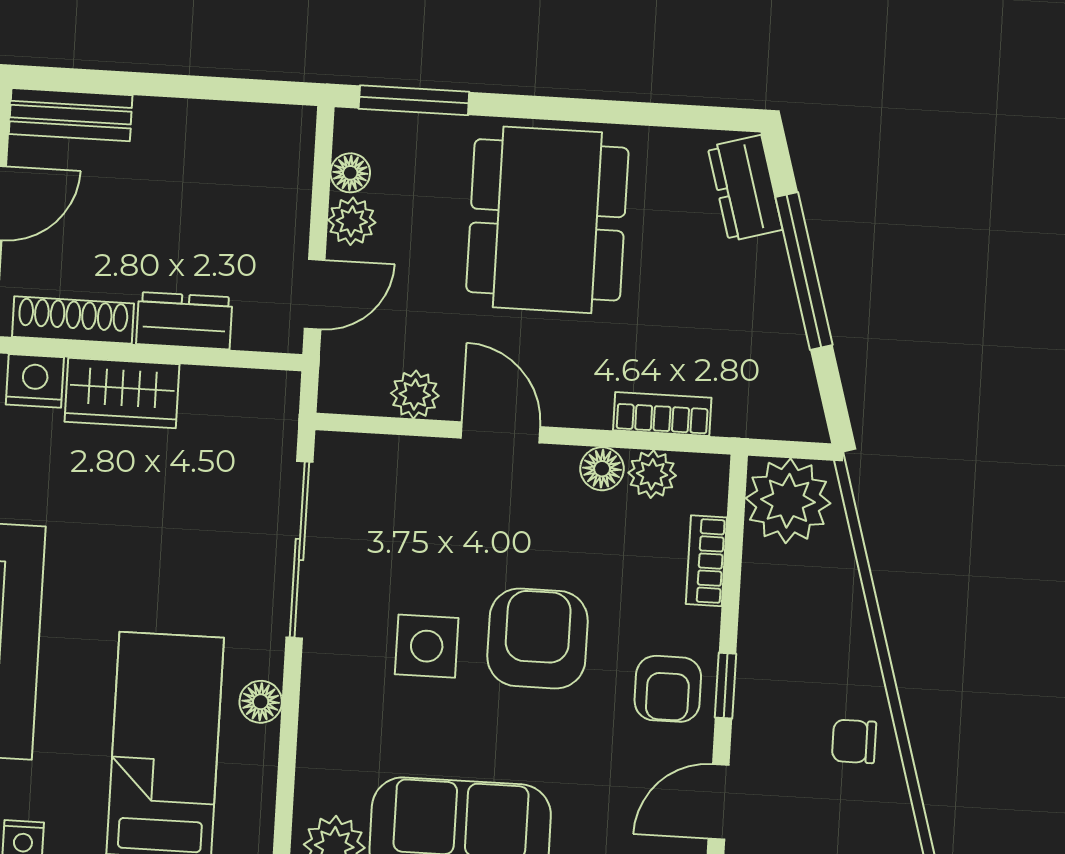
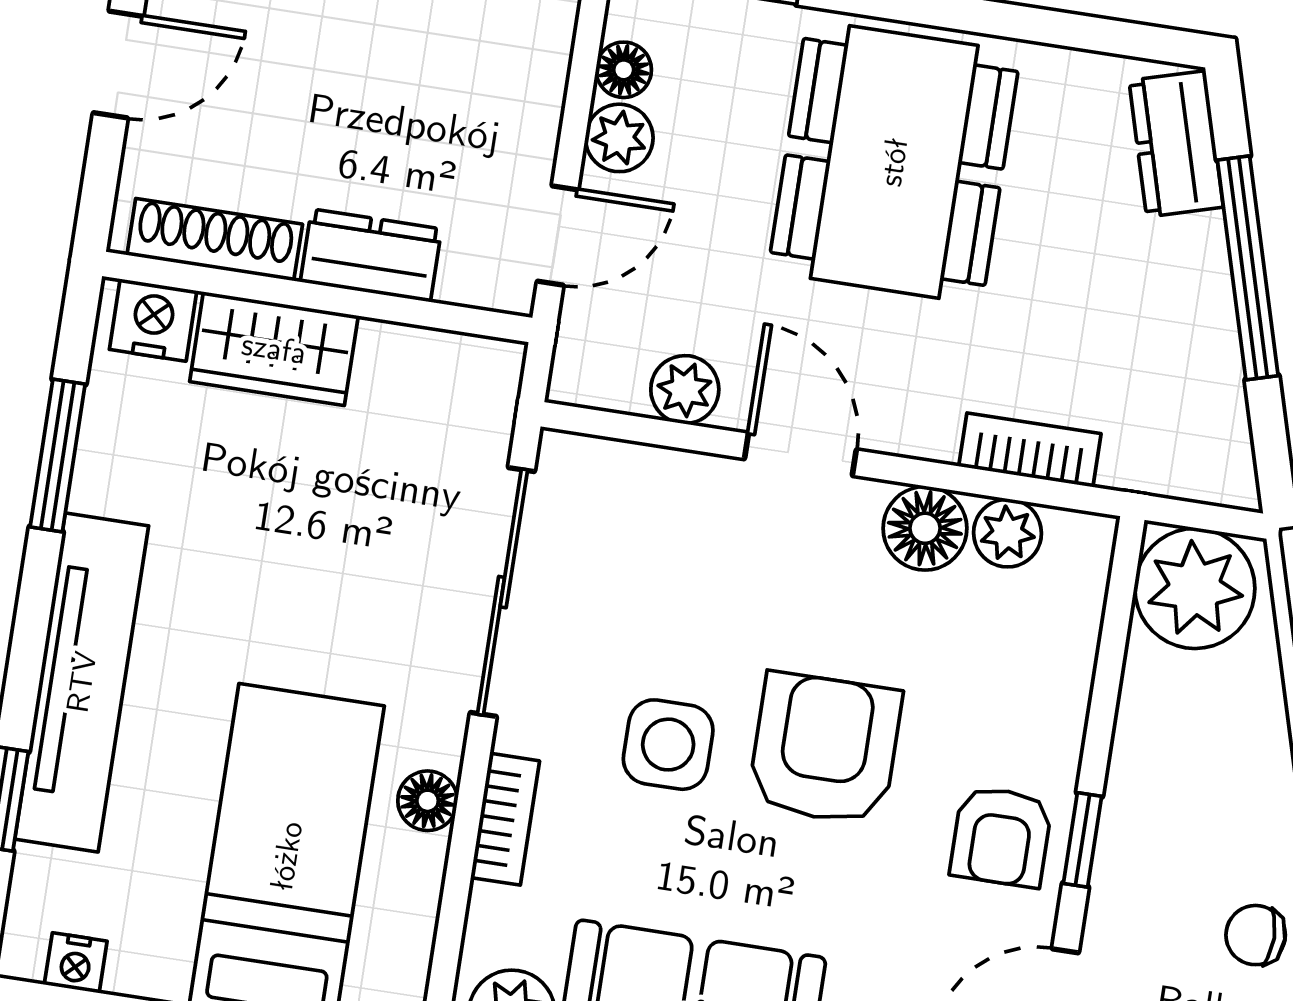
floor lamp: (602, 469) -> (925, 528), width x1.37, depth x1.37
bookcase: (706, 561) -> (505, 819), moved, turned 180

